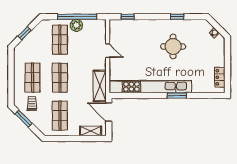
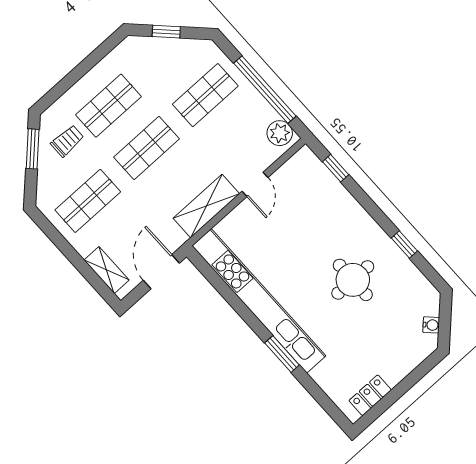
plant: (76, 25) -> (280, 133), moved
shelving: (100, 86) -> (206, 206), moved

